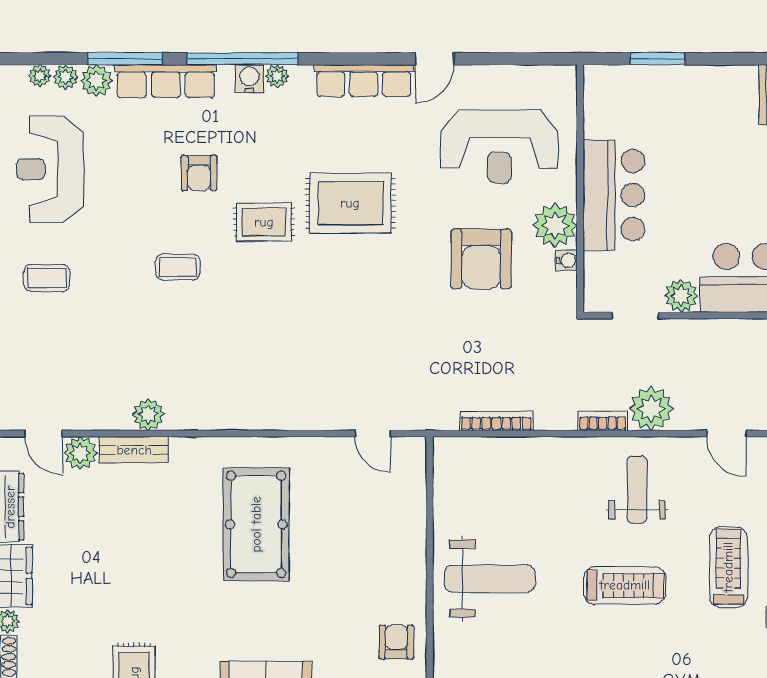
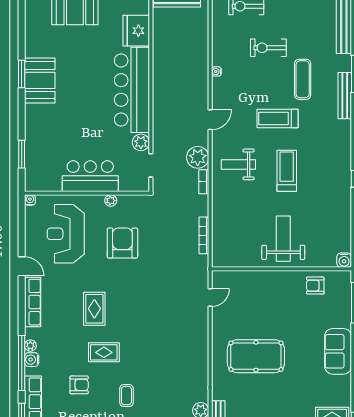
reception desk: (499, 146) -> (66, 234), turned 180
rug: (350, 203) -> (94, 309), width x0.73, depth x0.70
rug: (264, 222) -> (104, 352), turned 90
plant: (555, 225) -> (111, 201), width x0.53, depth x0.53
armchair: (481, 259) -> (122, 243), turned -90
water cooler: (567, 260) -> (30, 200), moved

